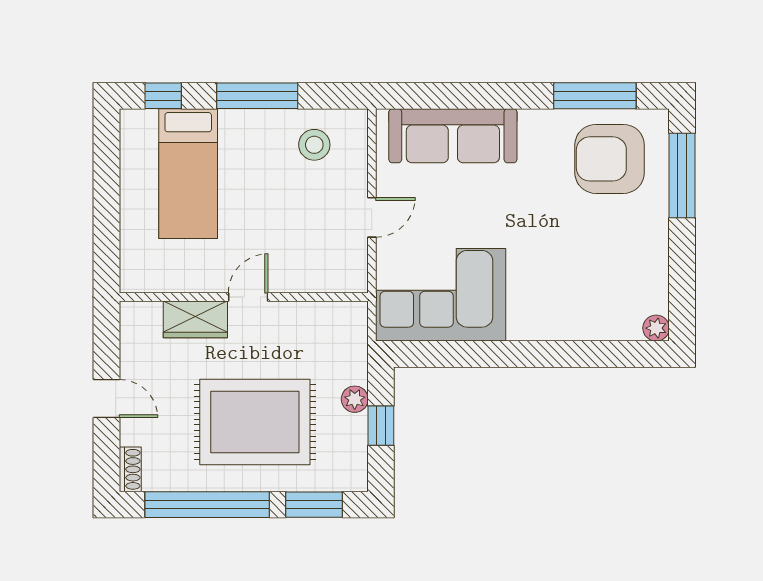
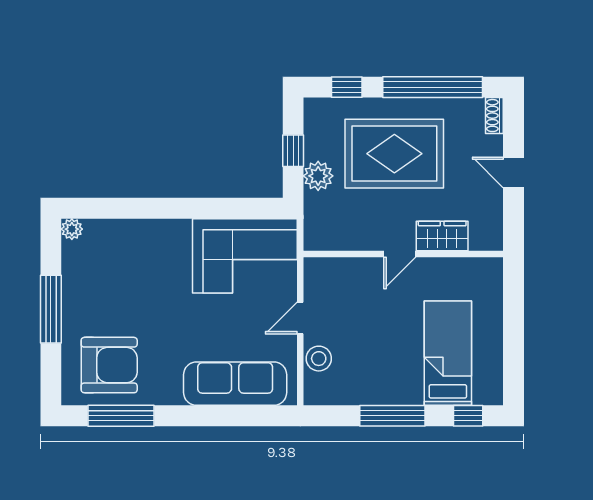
stool: (314, 145) -> (319, 359), moved
window: (682, 175) -> (51, 309), moved
plant: (355, 399) -> (318, 176), width x1.38, depth x1.38
window: (314, 505) -> (347, 87), width x0.67

